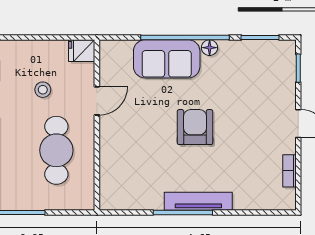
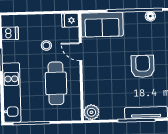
sofa: (167, 59) -> (102, 25), moved
door: (97, 101) -> (81, 52), swing flipped
plant: (112, 198) -> (91, 112), added

